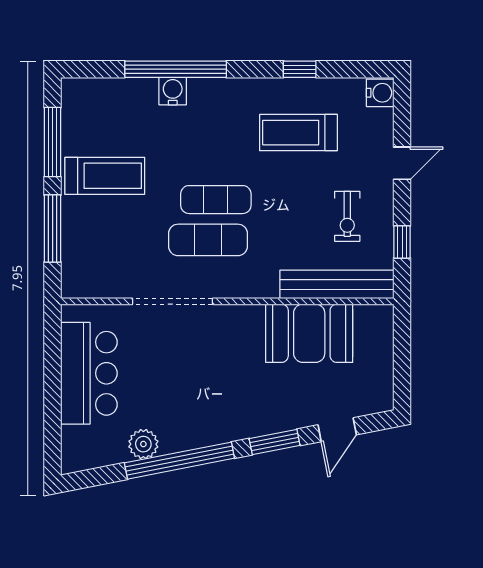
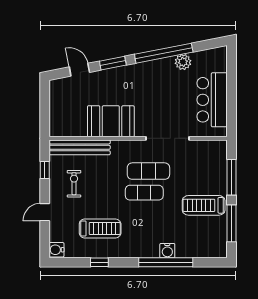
booth: (309, 333) -> (111, 121), moved
door: (337, 430) -> (79, 70), hinge flipped

